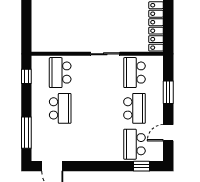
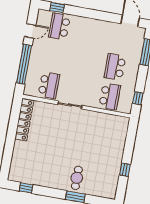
window: (168, 92) -> (24, 64), width x2.11
school desk: (134, 108) -> (54, 56), removed
school desk: (134, 144) -> (59, 27), turned 180

